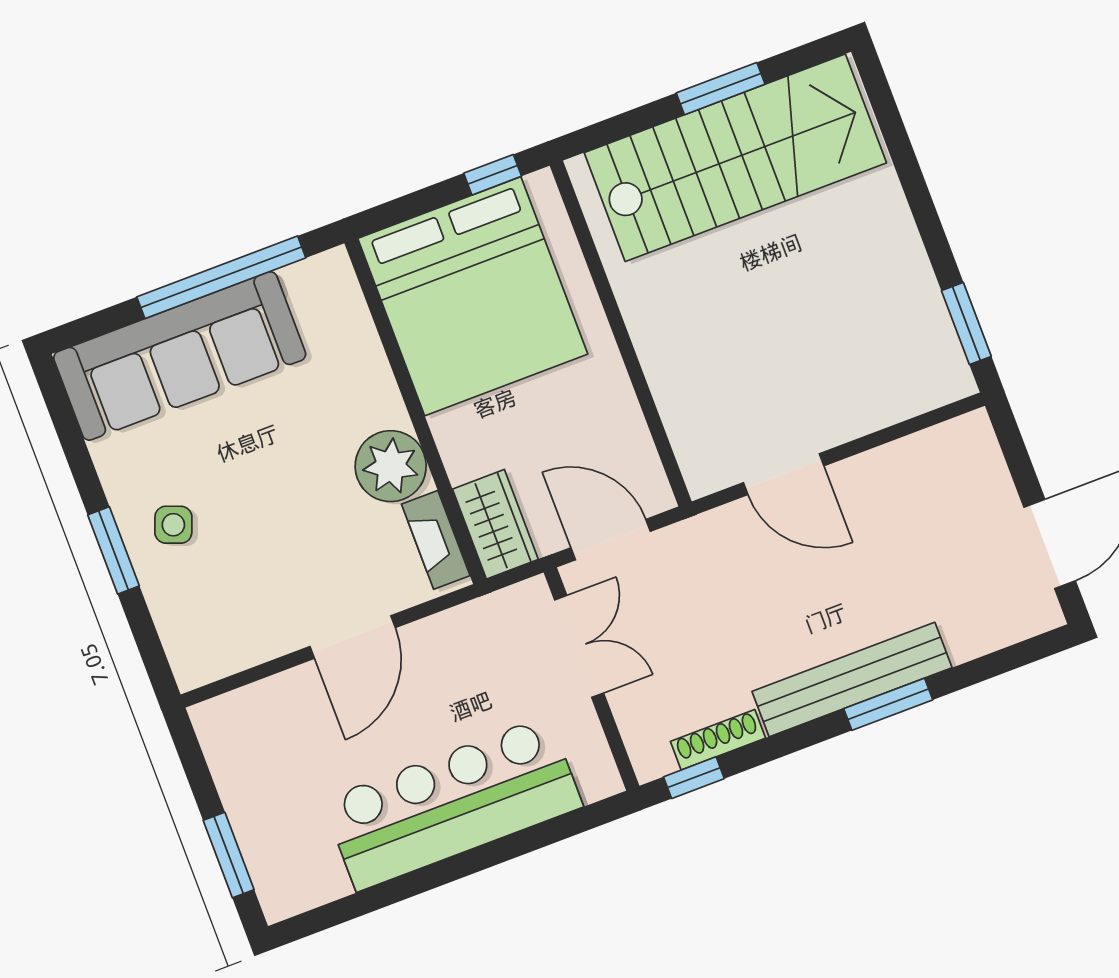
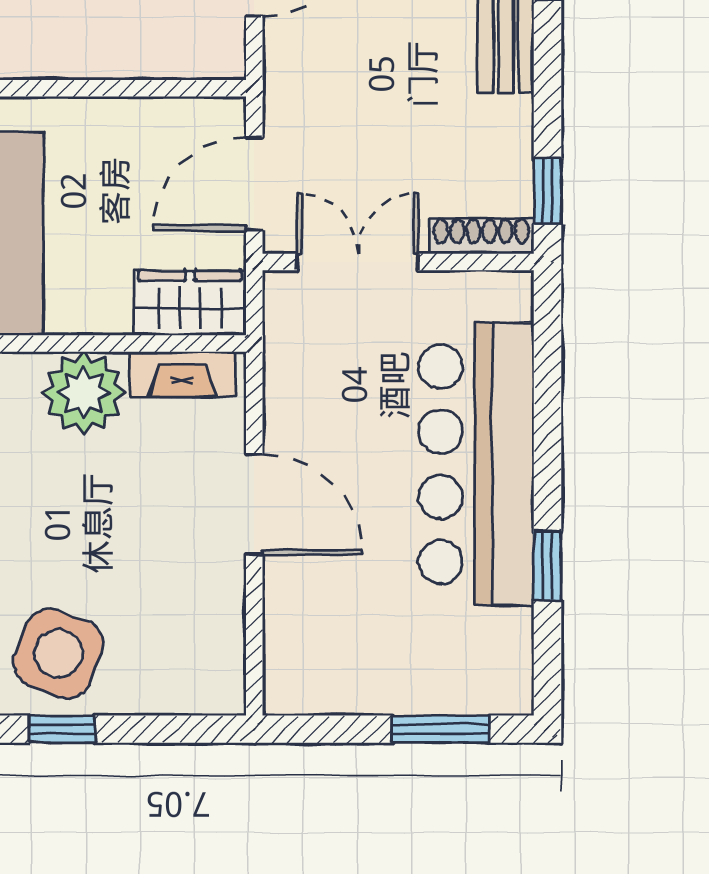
side table: (173, 525) -> (58, 653), width x1.87, depth x1.87
window: (114, 550) -> (62, 729), width x0.67
shoe rack: (718, 740) -> (481, 236), moved, turned 90
window: (393, 892) -> (547, 566), added

